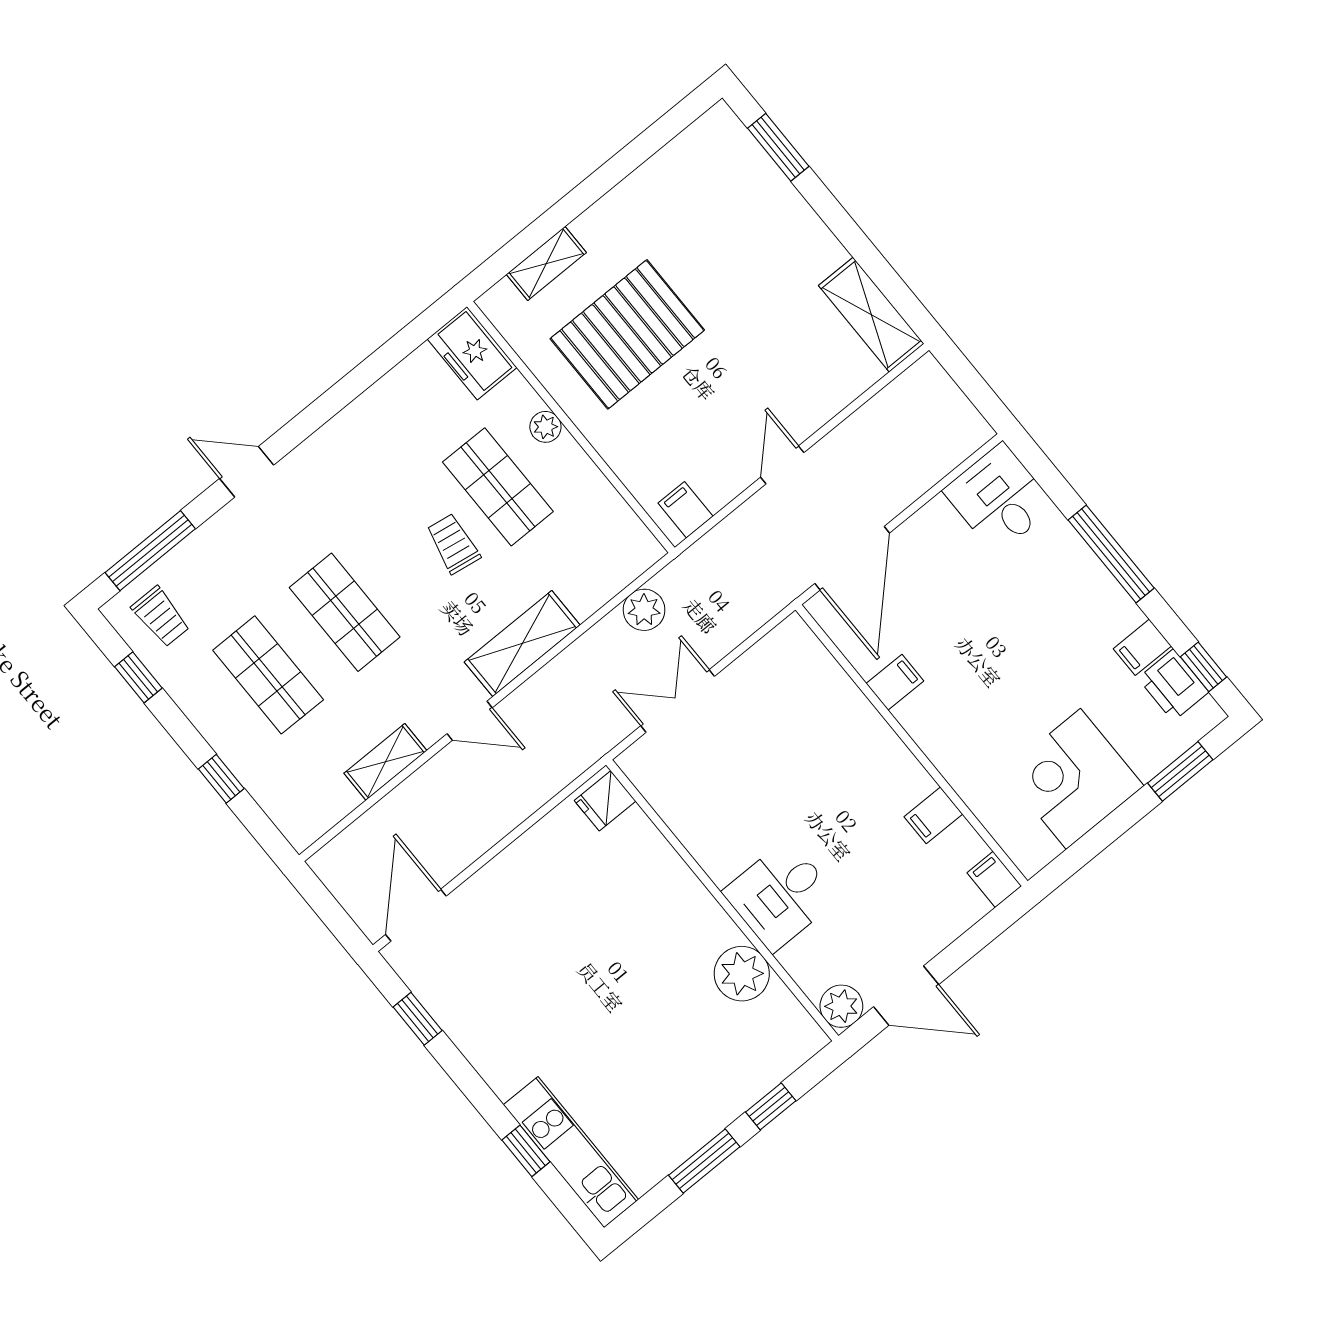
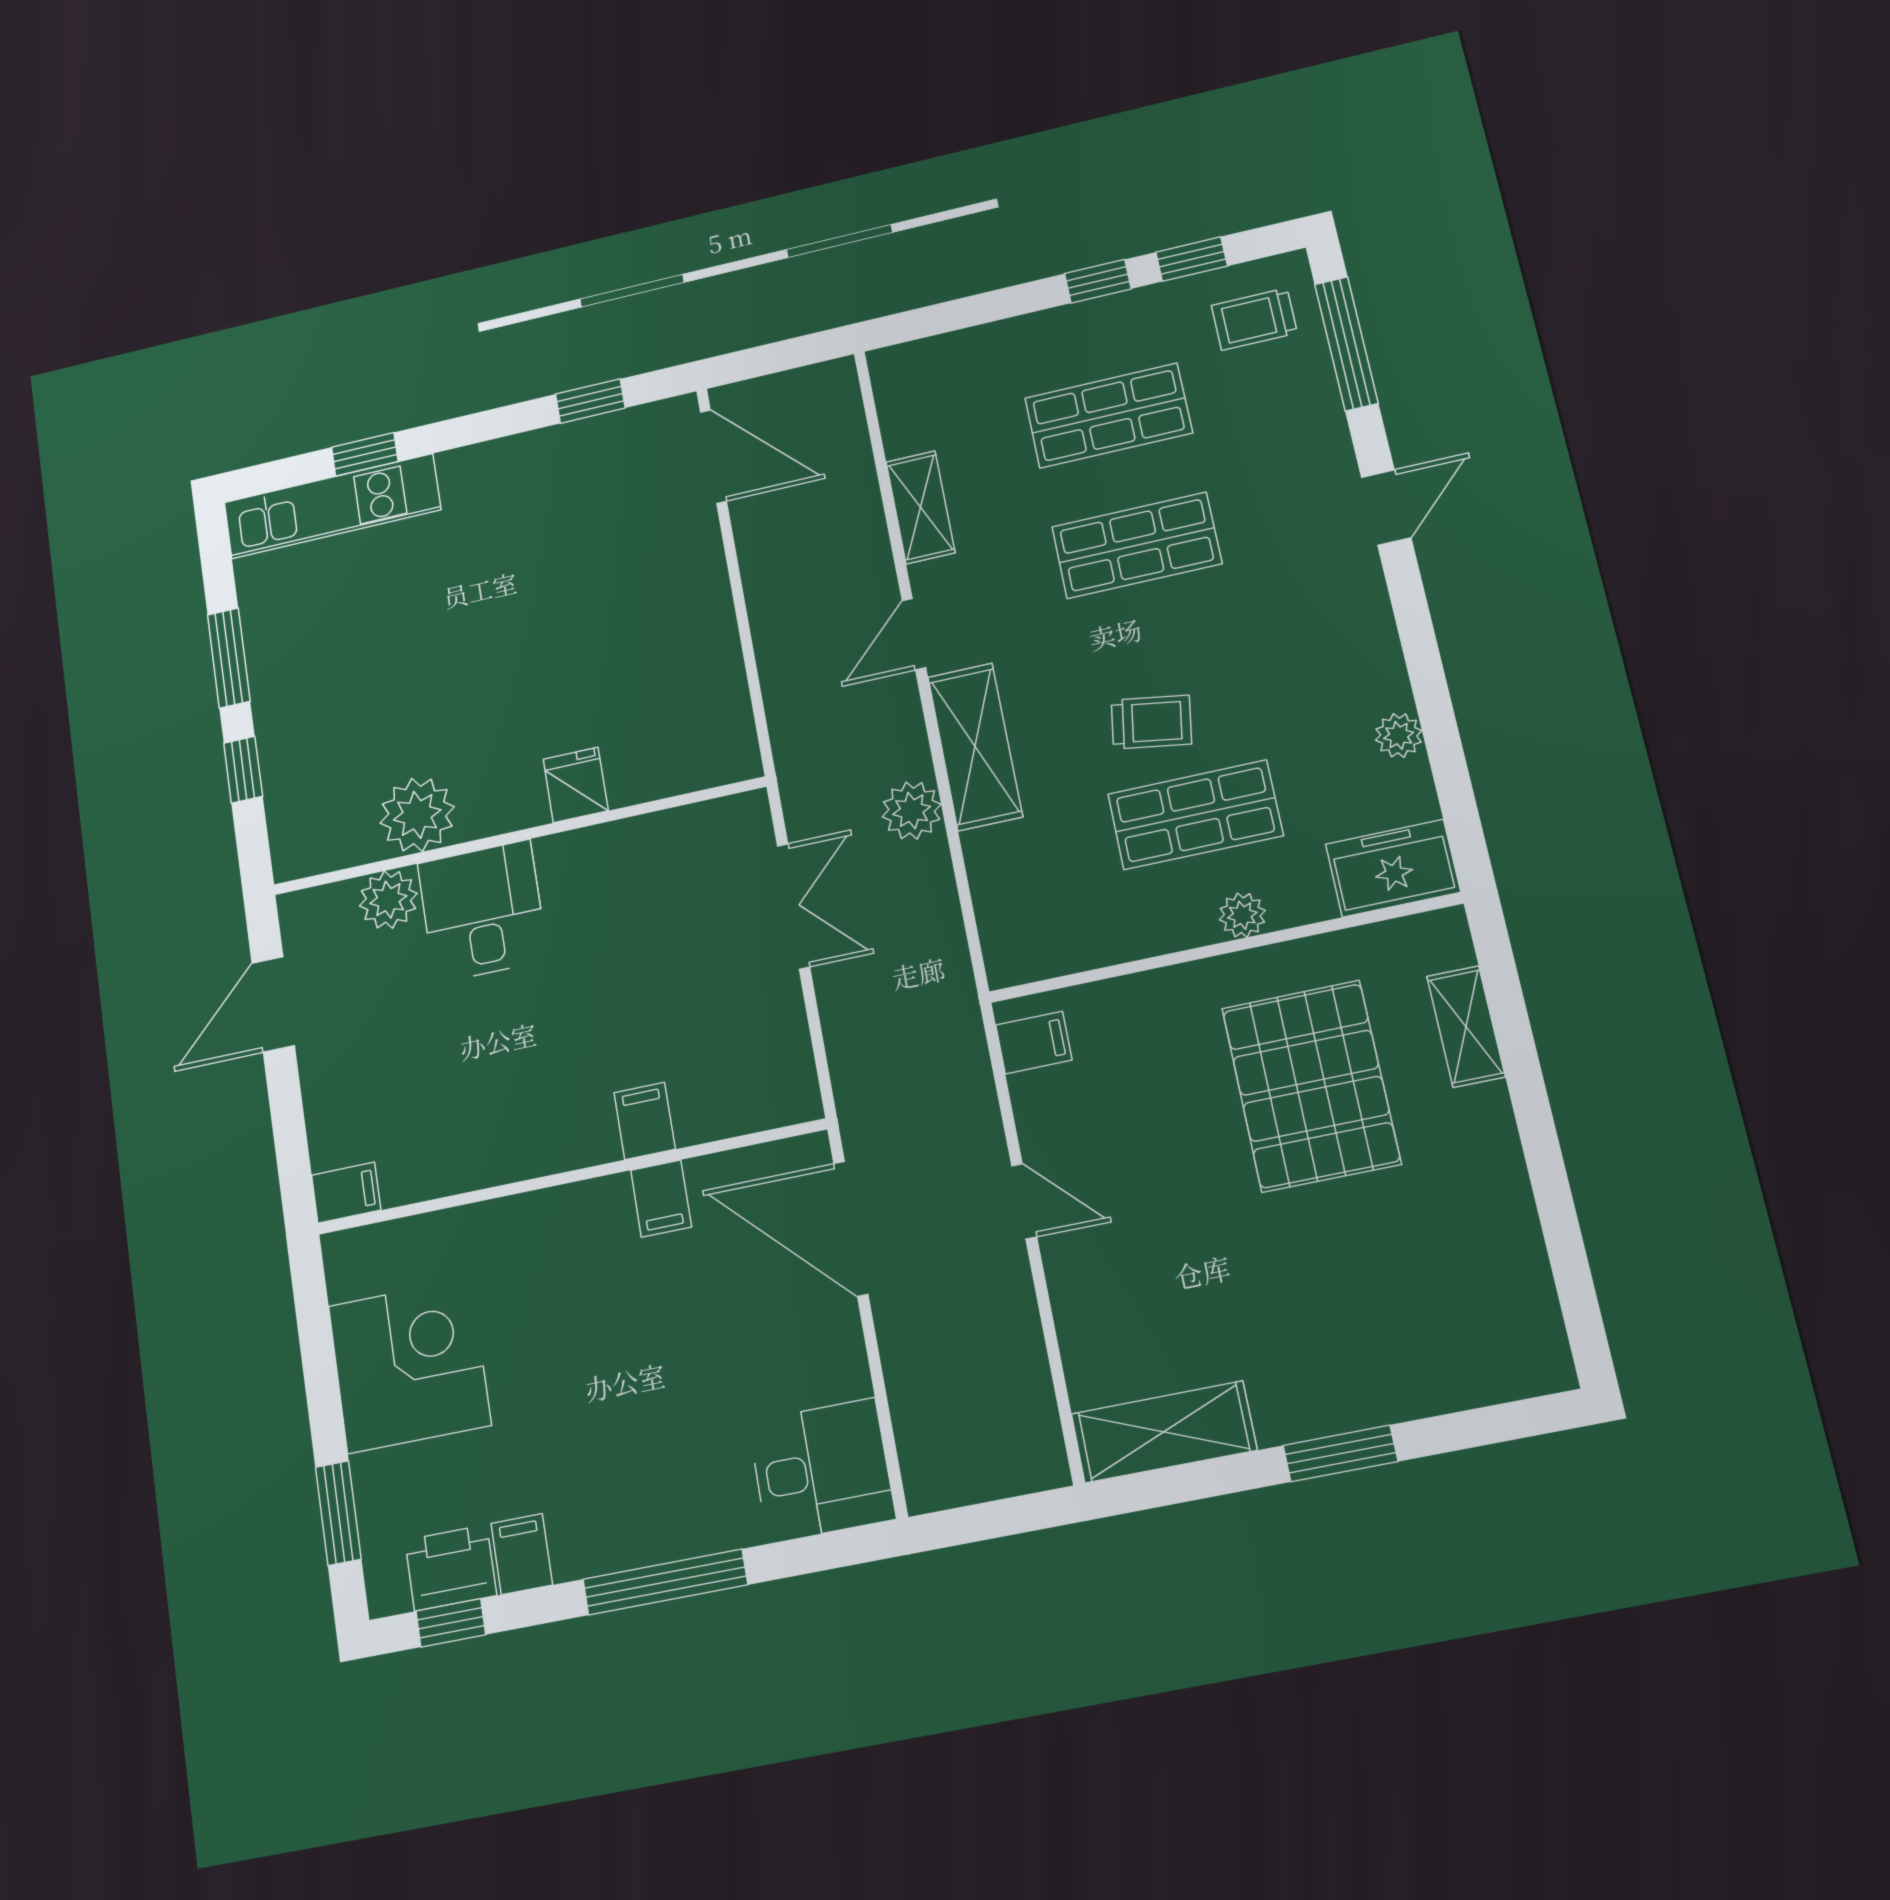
window: (778, 147) -> (1340, 1453), moved
plant: (388, 391) -> (1399, 735), added
plant: (644, 610) -> (912, 811), moved
window: (221, 779) -> (1098, 281), moved
fridge: (605, 801) -> (576, 785), moved
filing cabinet: (933, 815) -> (645, 1121), moved
plant: (841, 1006) -> (388, 900), moved

